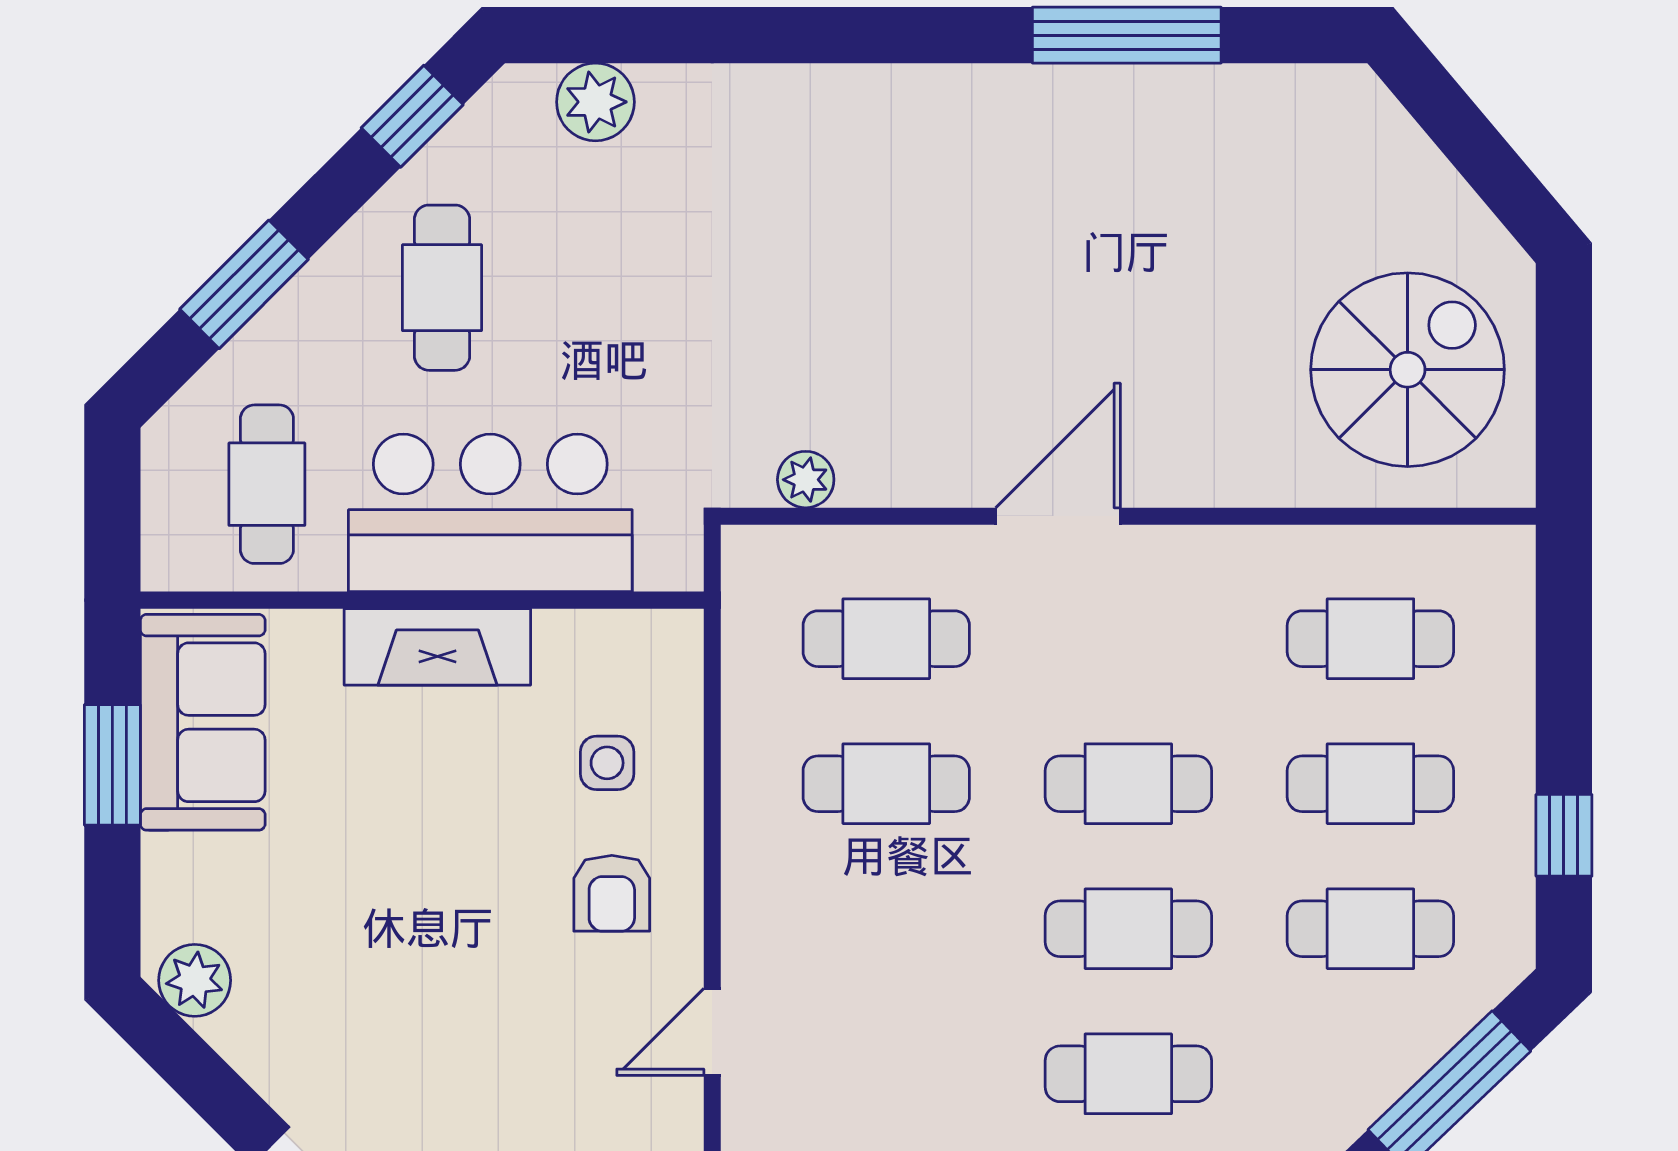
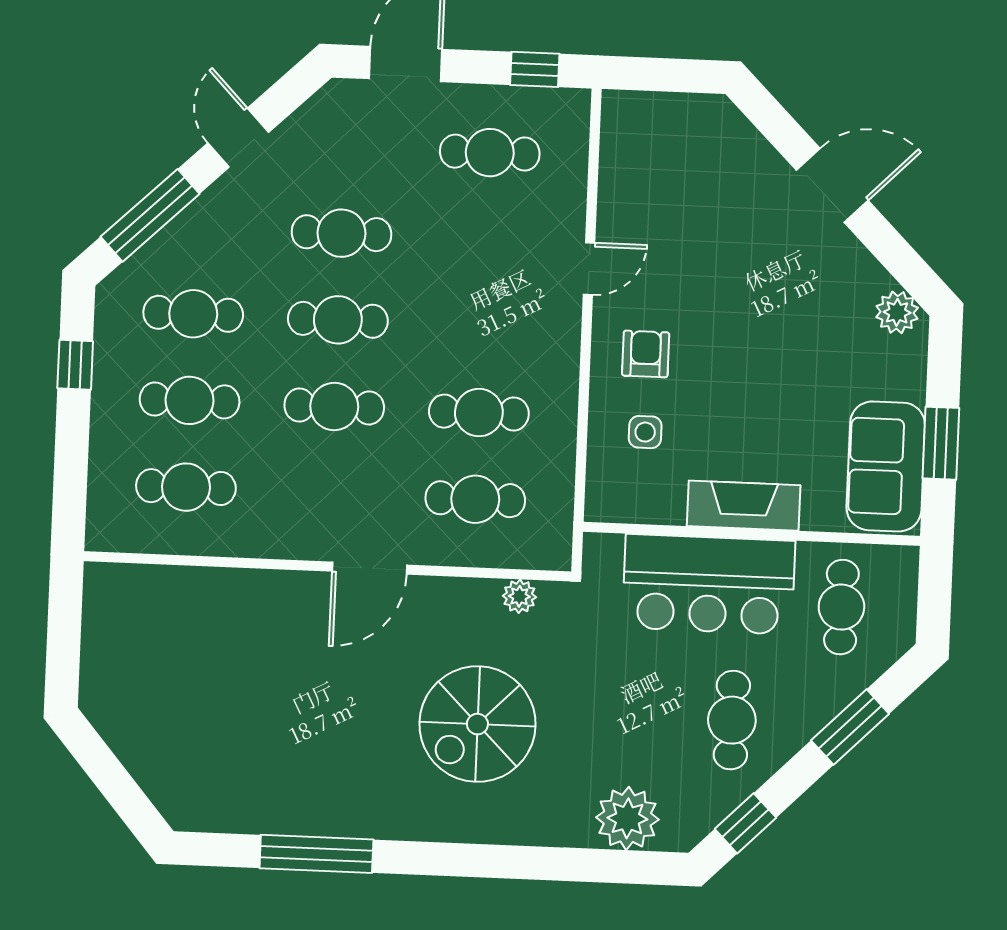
plant: (595, 102) -> (627, 818), width x1.36, depth x1.36
spiral stairs: (1408, 370) -> (477, 724), moved

